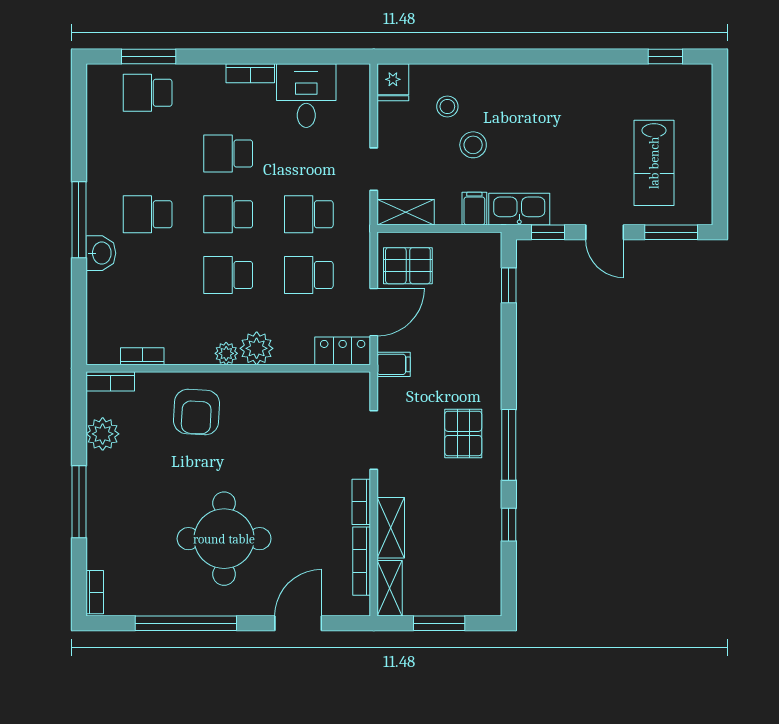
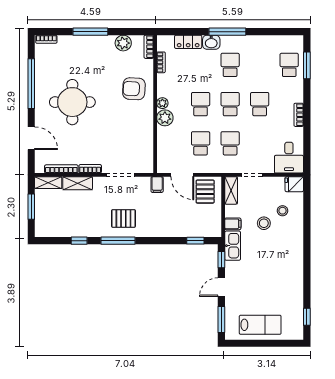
desk: (306, 96) -> (289, 158), moved, turned 90
lab bench: (654, 163) -> (260, 325), moved, turned 180
locker: (343, 351) -> (188, 42), moved, turned 90

